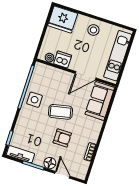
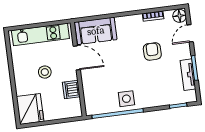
stool: (93, 30) -> (45, 72), moved
plant: (50, 58) -> (76, 104), removed
coffee table: (60, 112) -> (126, 66), removed
tv unit: (20, 154) -> (188, 75), moved
floor lamp: (50, 163) -> (180, 16), moved

